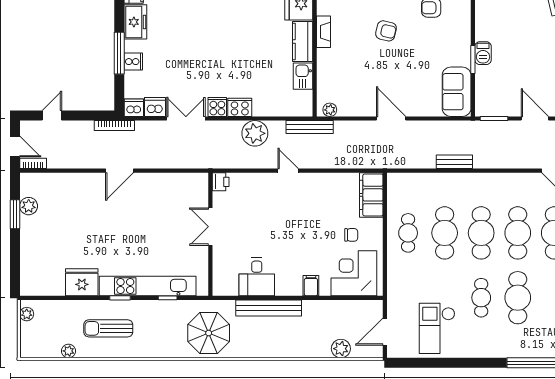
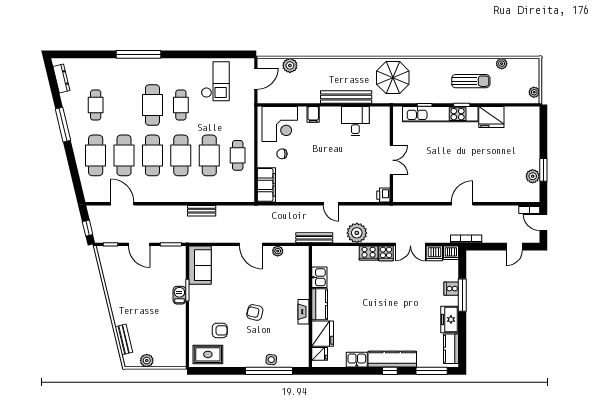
plant: (330, 110) -> (278, 251), moved

